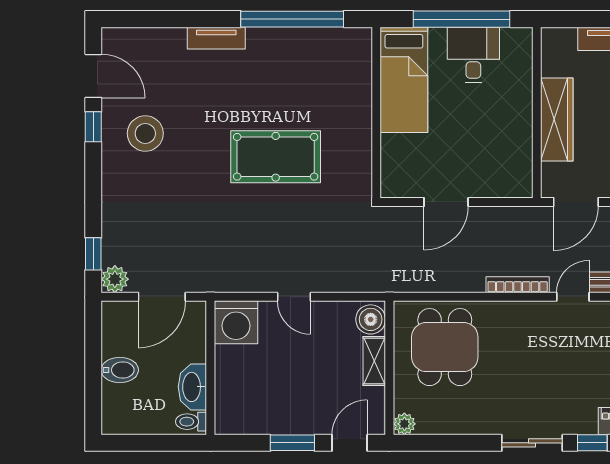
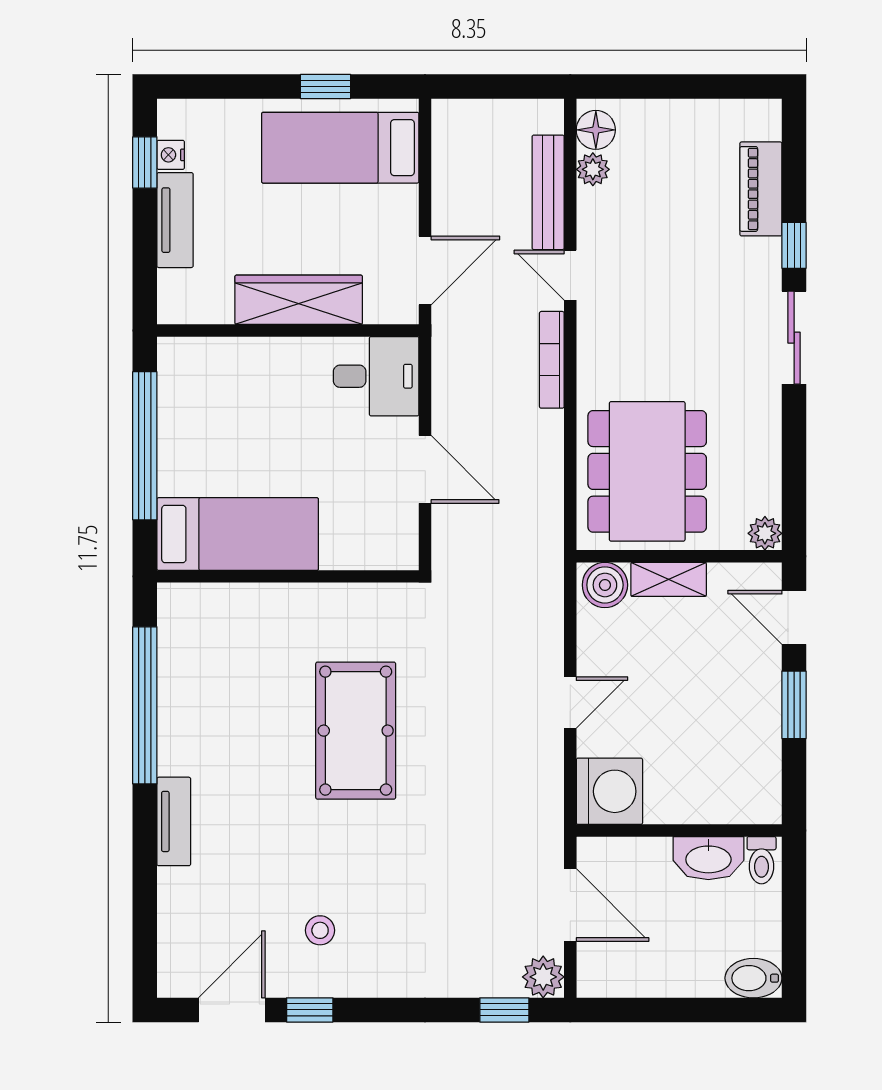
desk: (473, 55) -> (376, 376), moved, turned 180
stool: (145, 133) -> (320, 930), width x0.53, depth x0.53
door: (576, 202) -> (425, 270), hinge flipped
dining table: (445, 347) -> (647, 471), width x1.38
bidet: (120, 370) -> (753, 978), moved, turned -90

